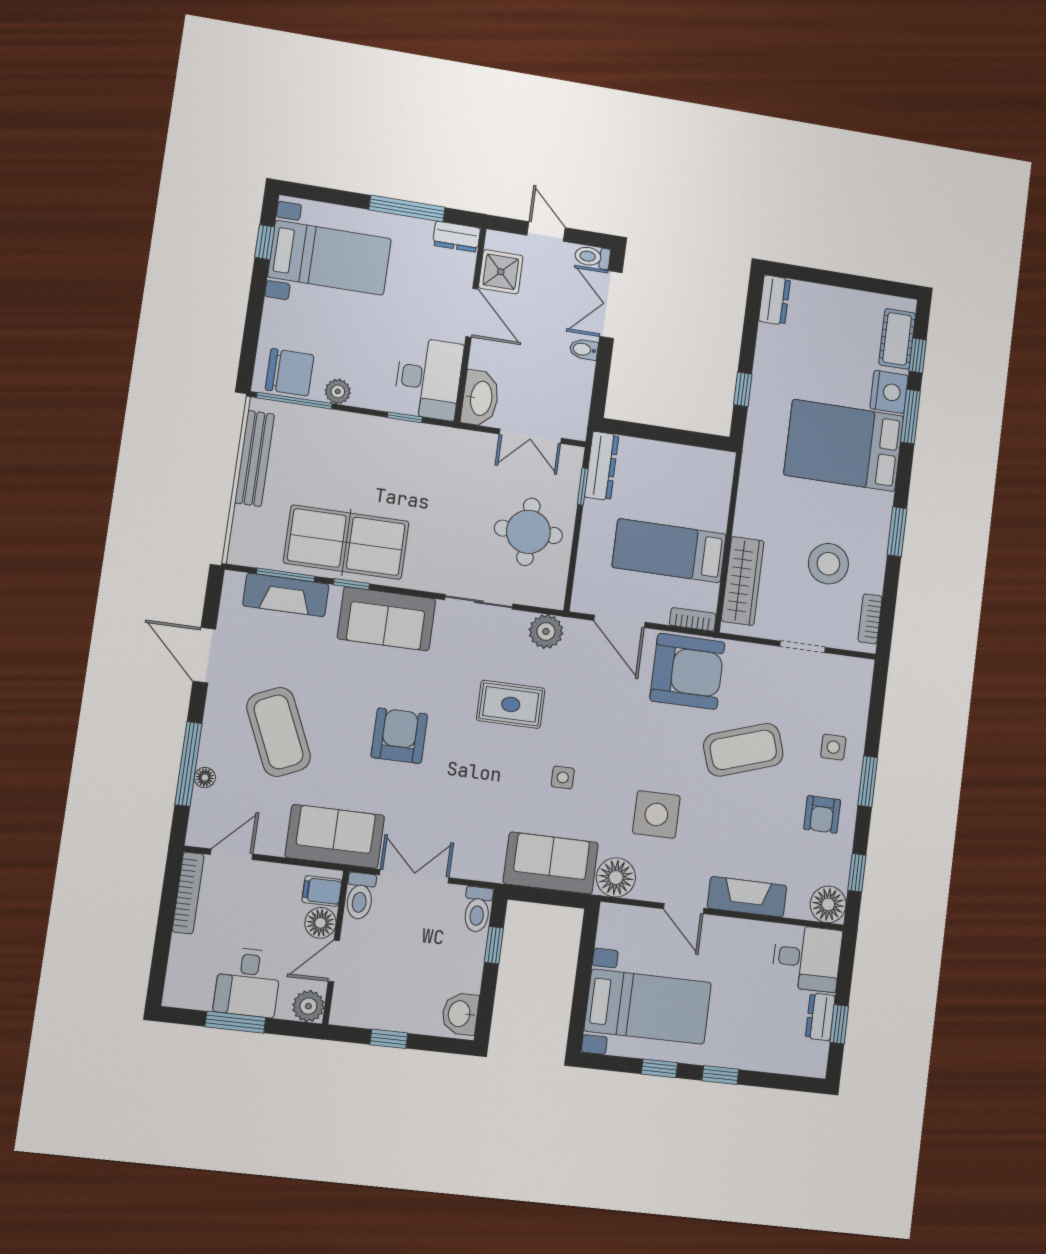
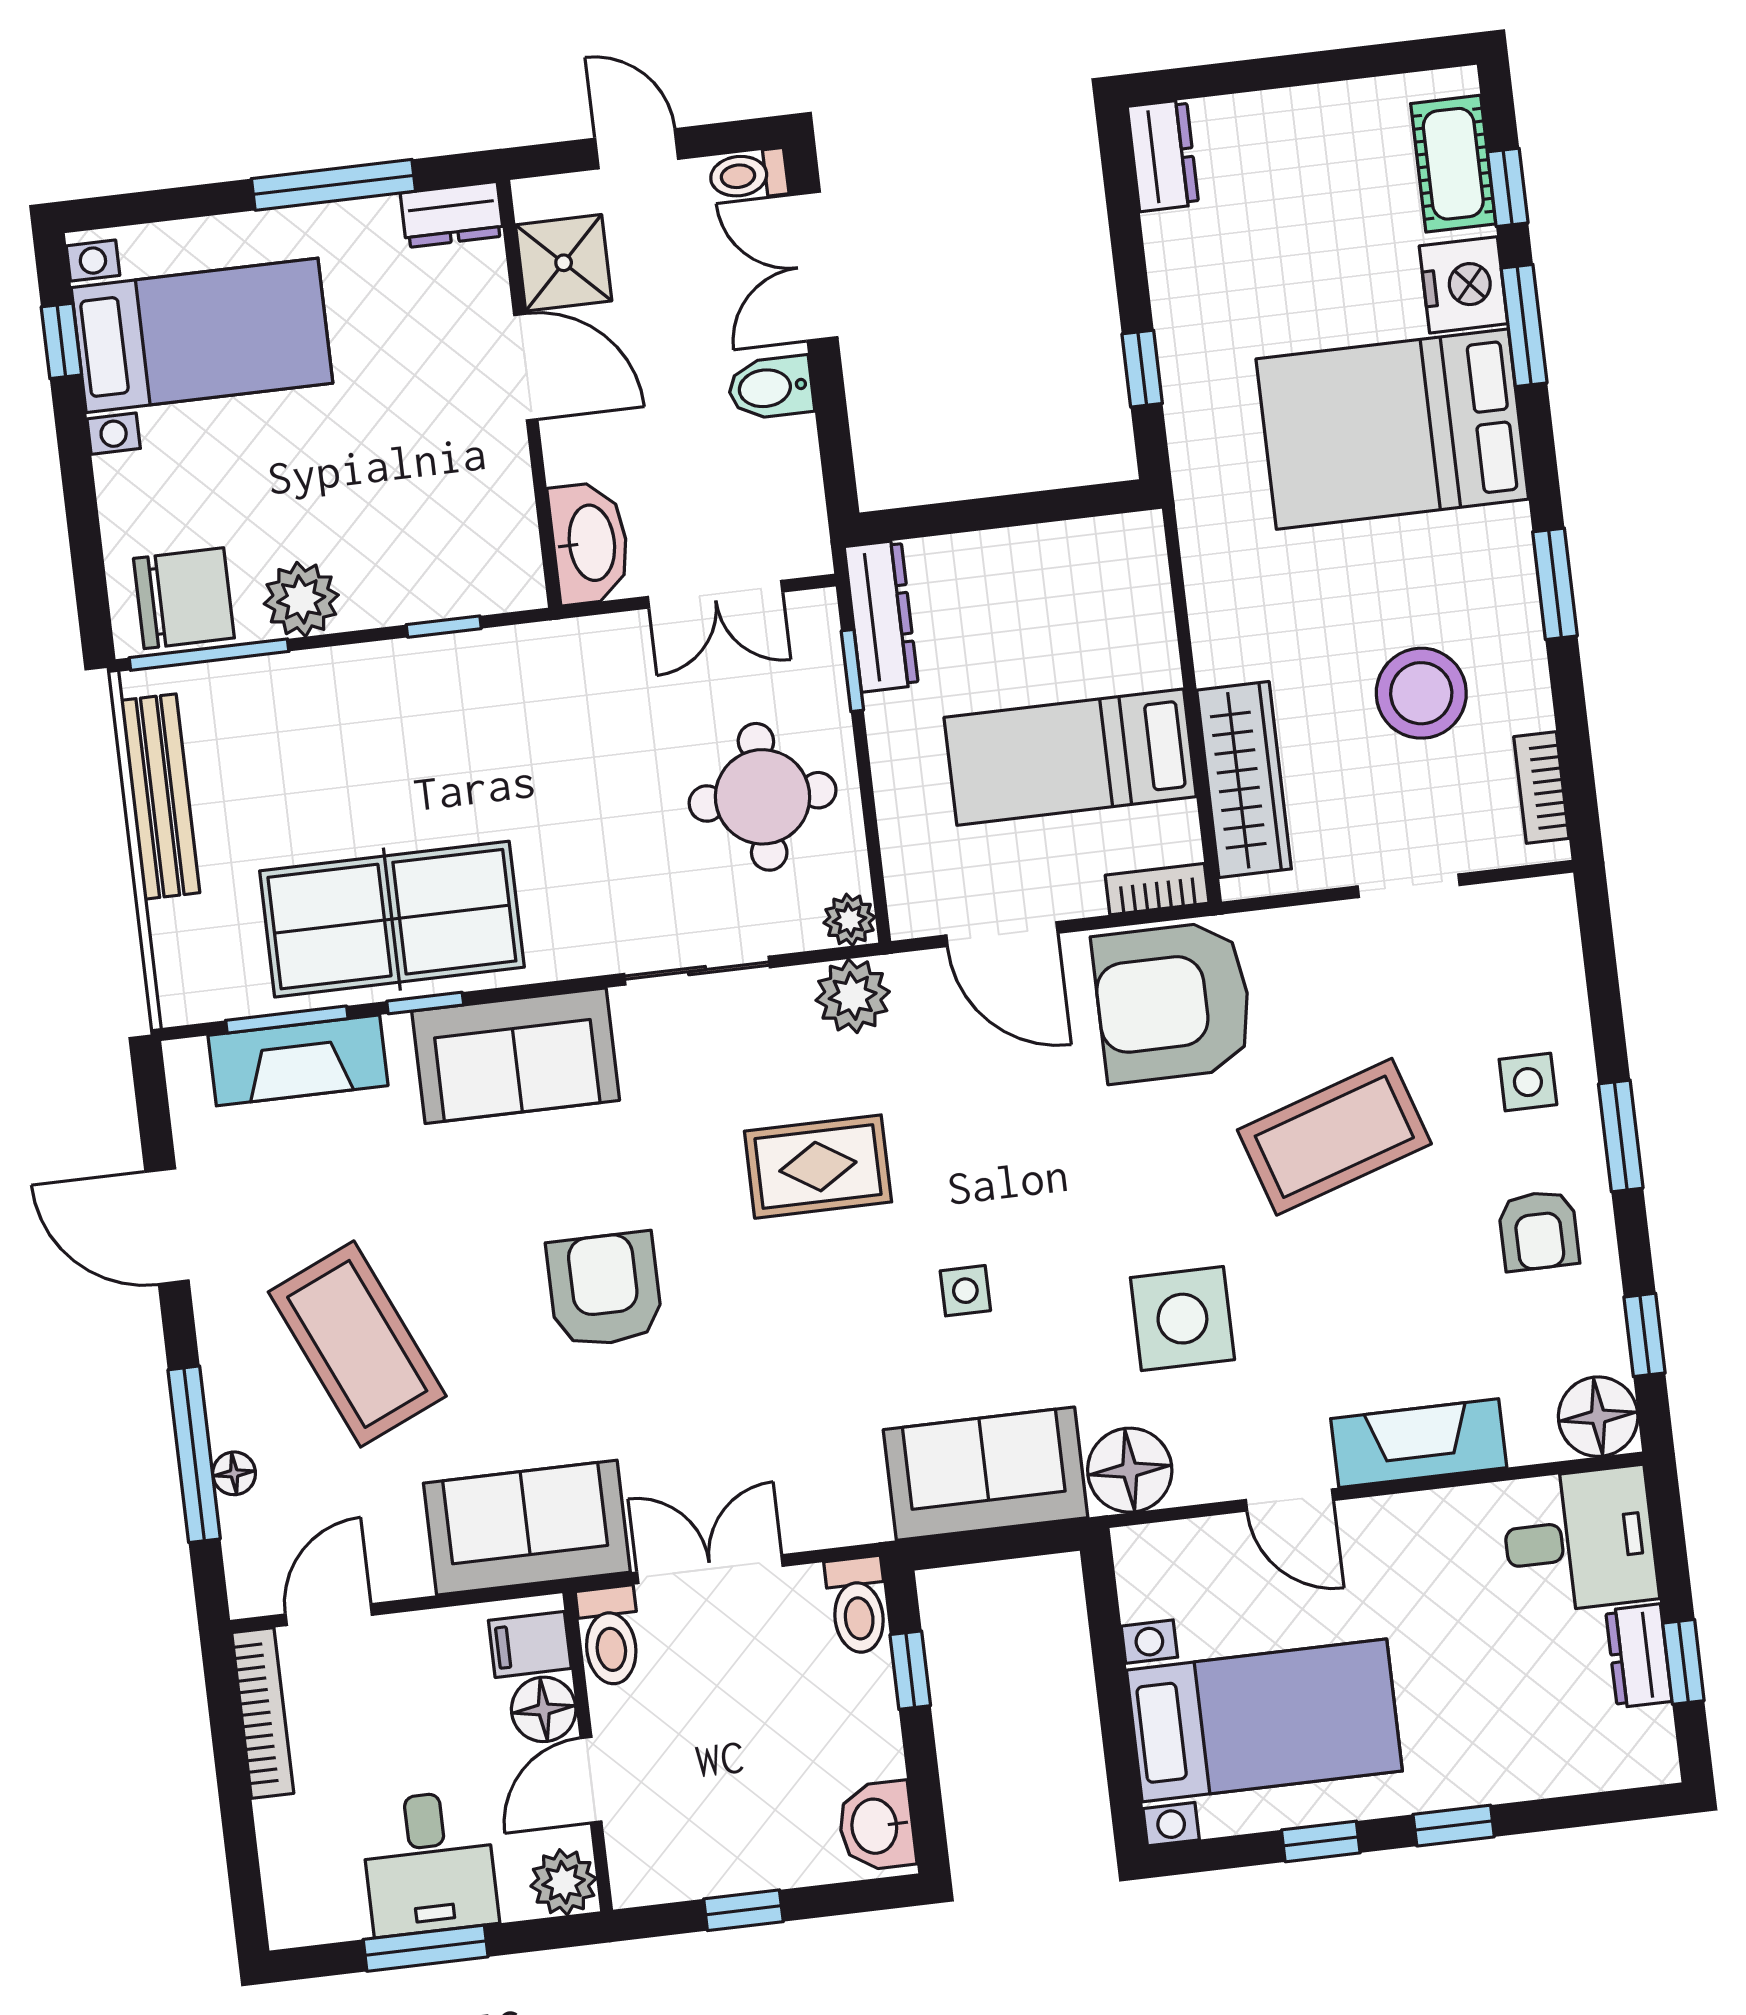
bidet: (584, 349) -> (771, 388), width x1.38, depth x1.36
desk: (429, 378) -> (472, 531), removed
plant: (338, 391) -> (301, 599), width x1.38, depth x1.38
plant: (553, 597) -> (849, 920), added
armchair: (687, 671) -> (1173, 1002), turned 180

